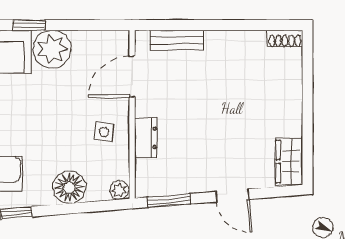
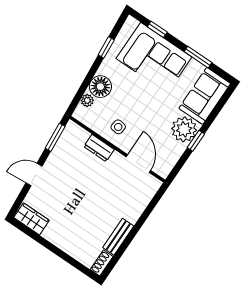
window: (29, 25) -> (196, 141), moved
bench: (177, 40) -> (118, 237), moved
plant: (119, 190) -> (87, 100), moved

